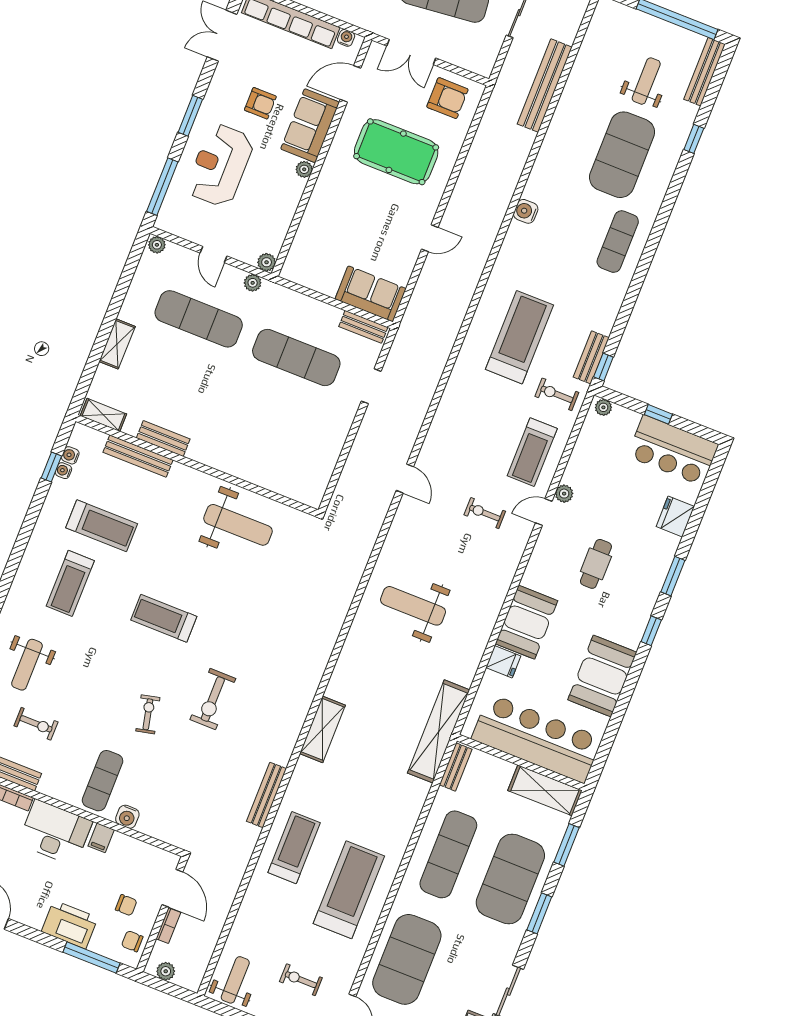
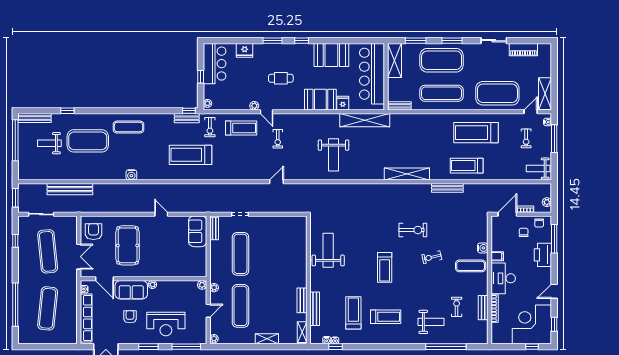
shelving: (322, 729) -> (407, 174), width x1.47
shelving: (439, 731) -> (365, 120), moved

